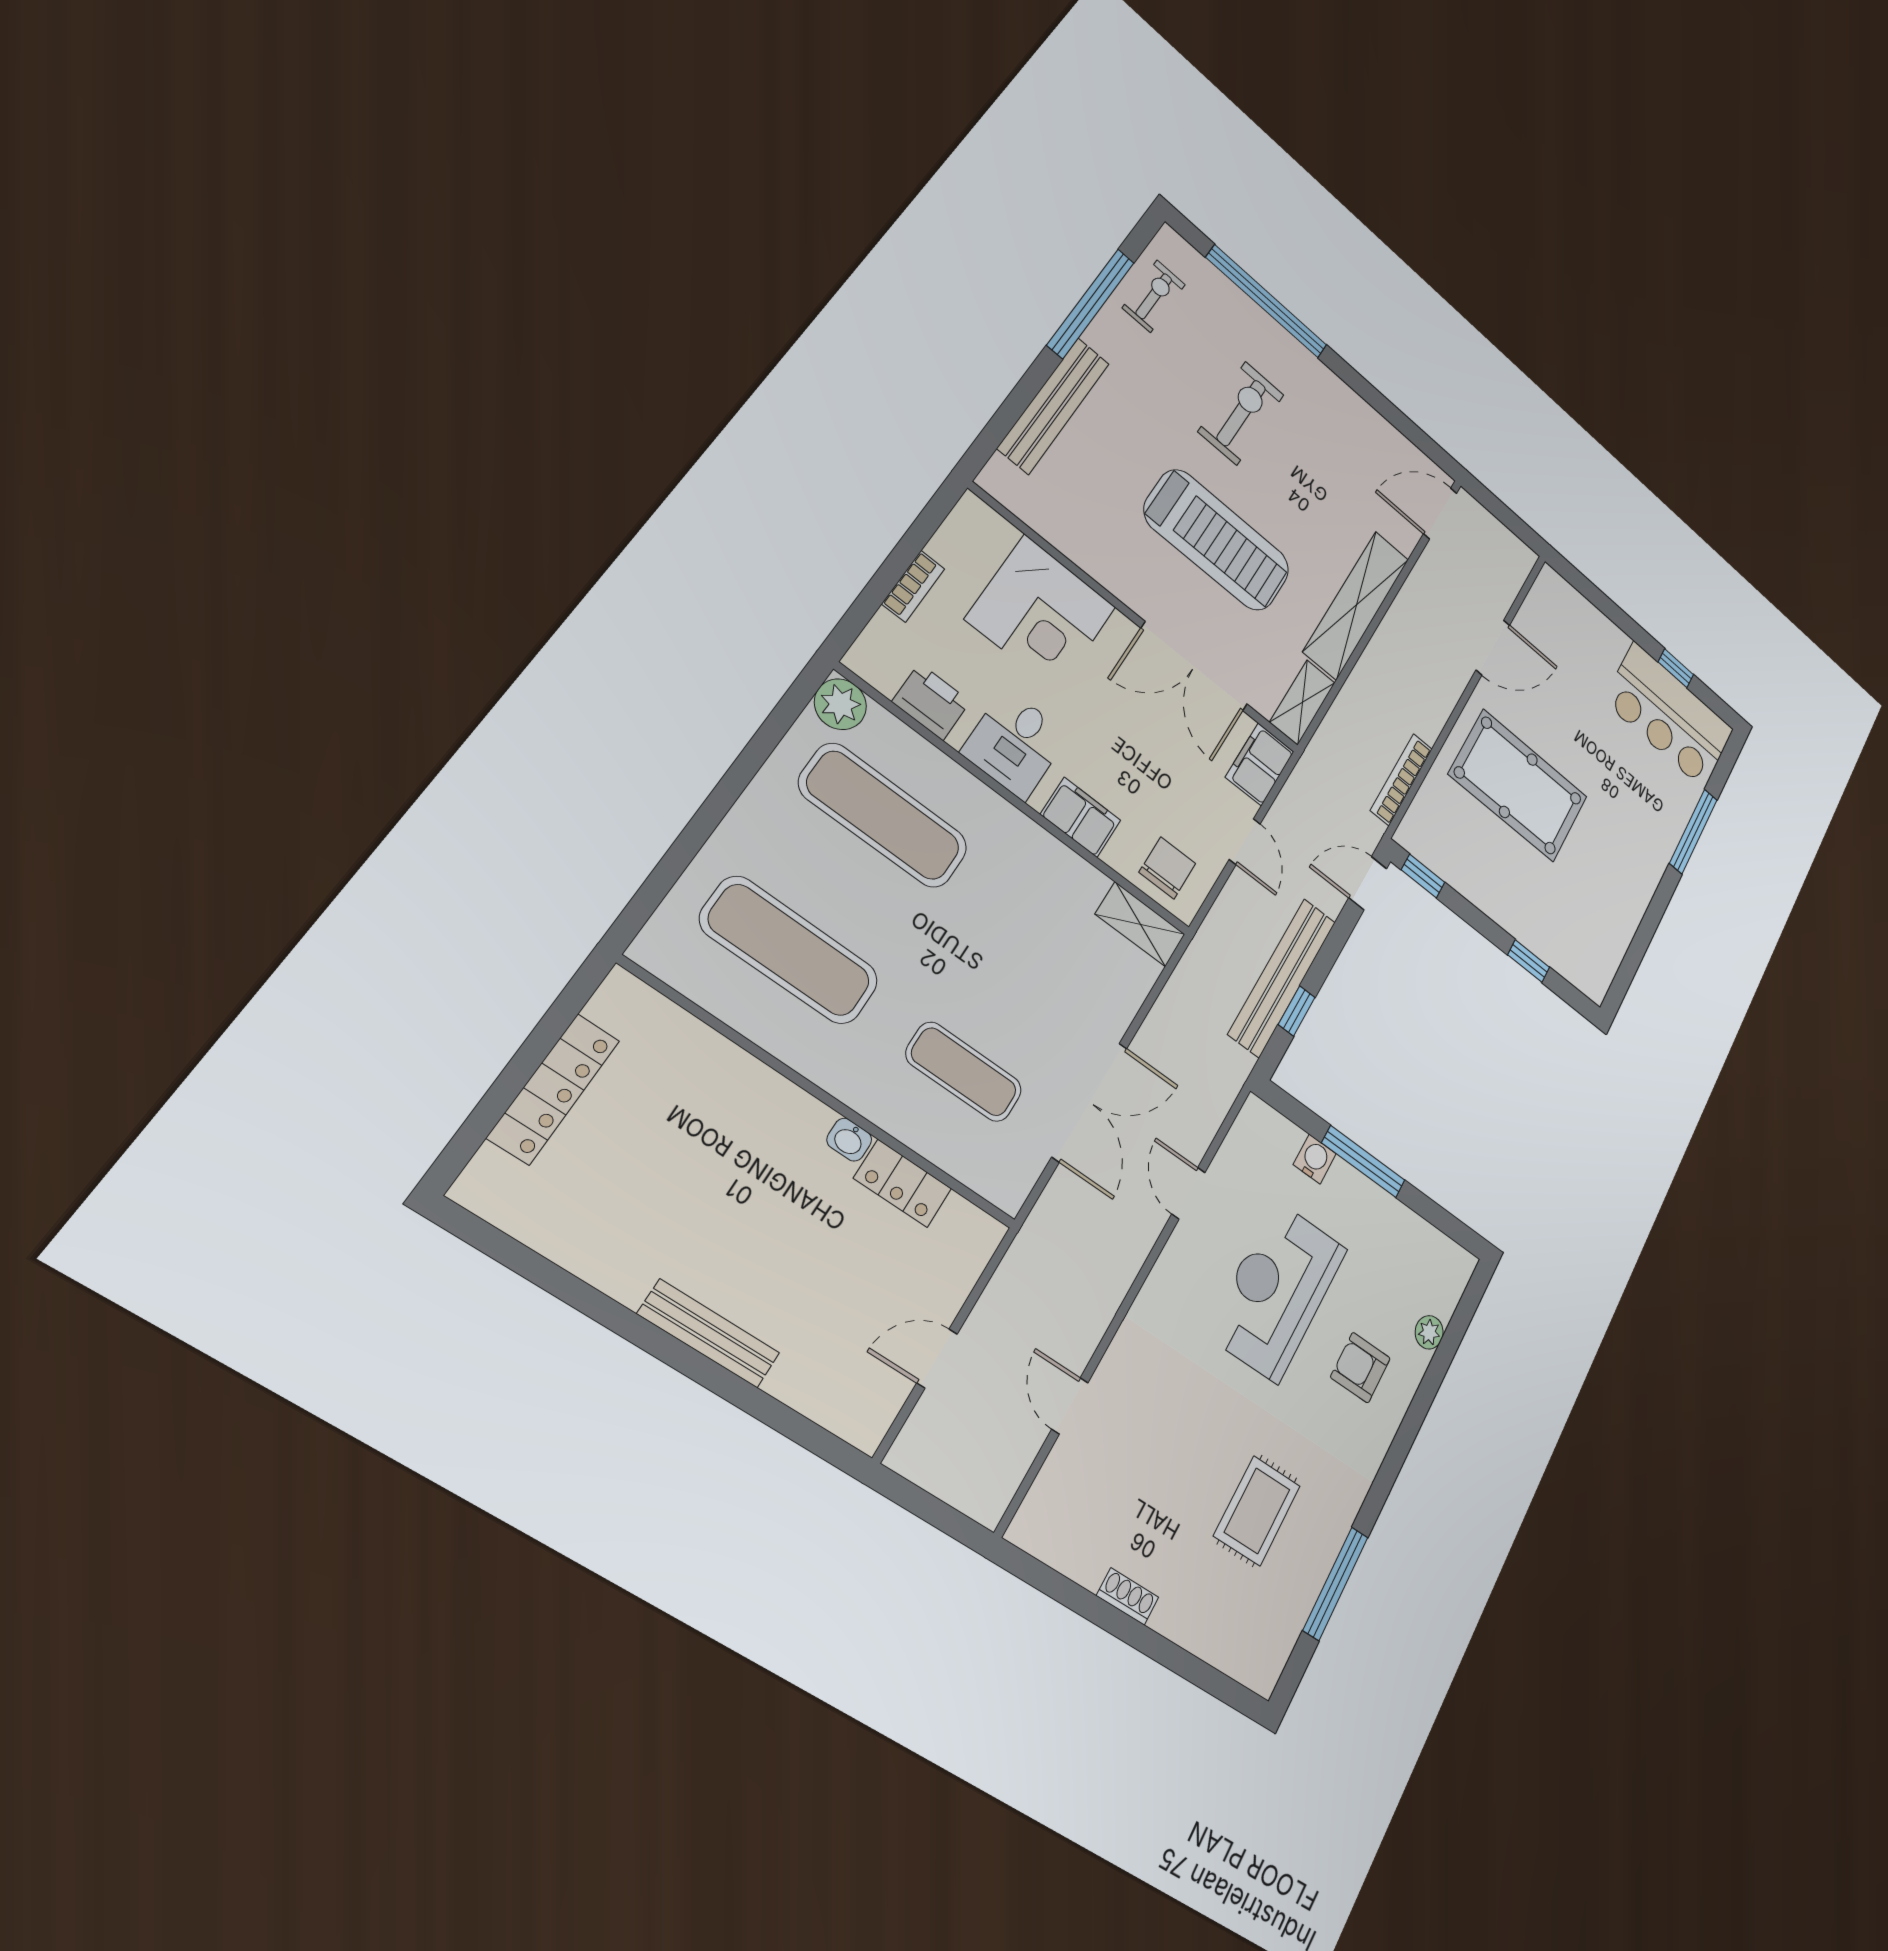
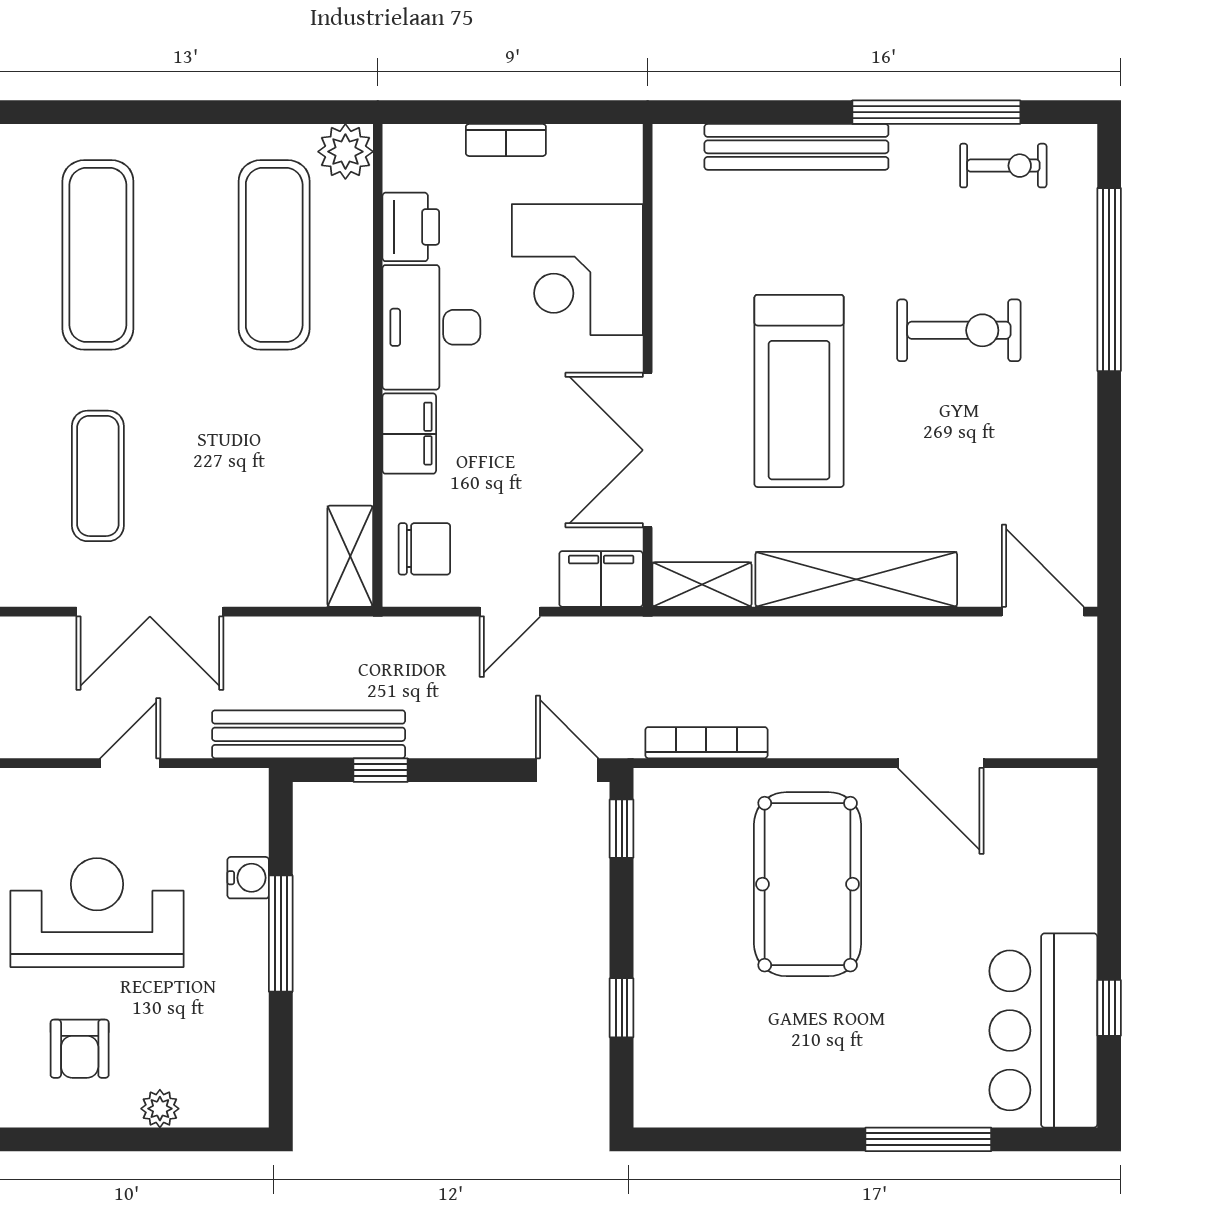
desk: (1015, 744) -> (431, 327), width x1.37
bench: (1282, 977) -> (309, 734), moved
armchair: (1360, 1368) -> (80, 1049), turned 180

